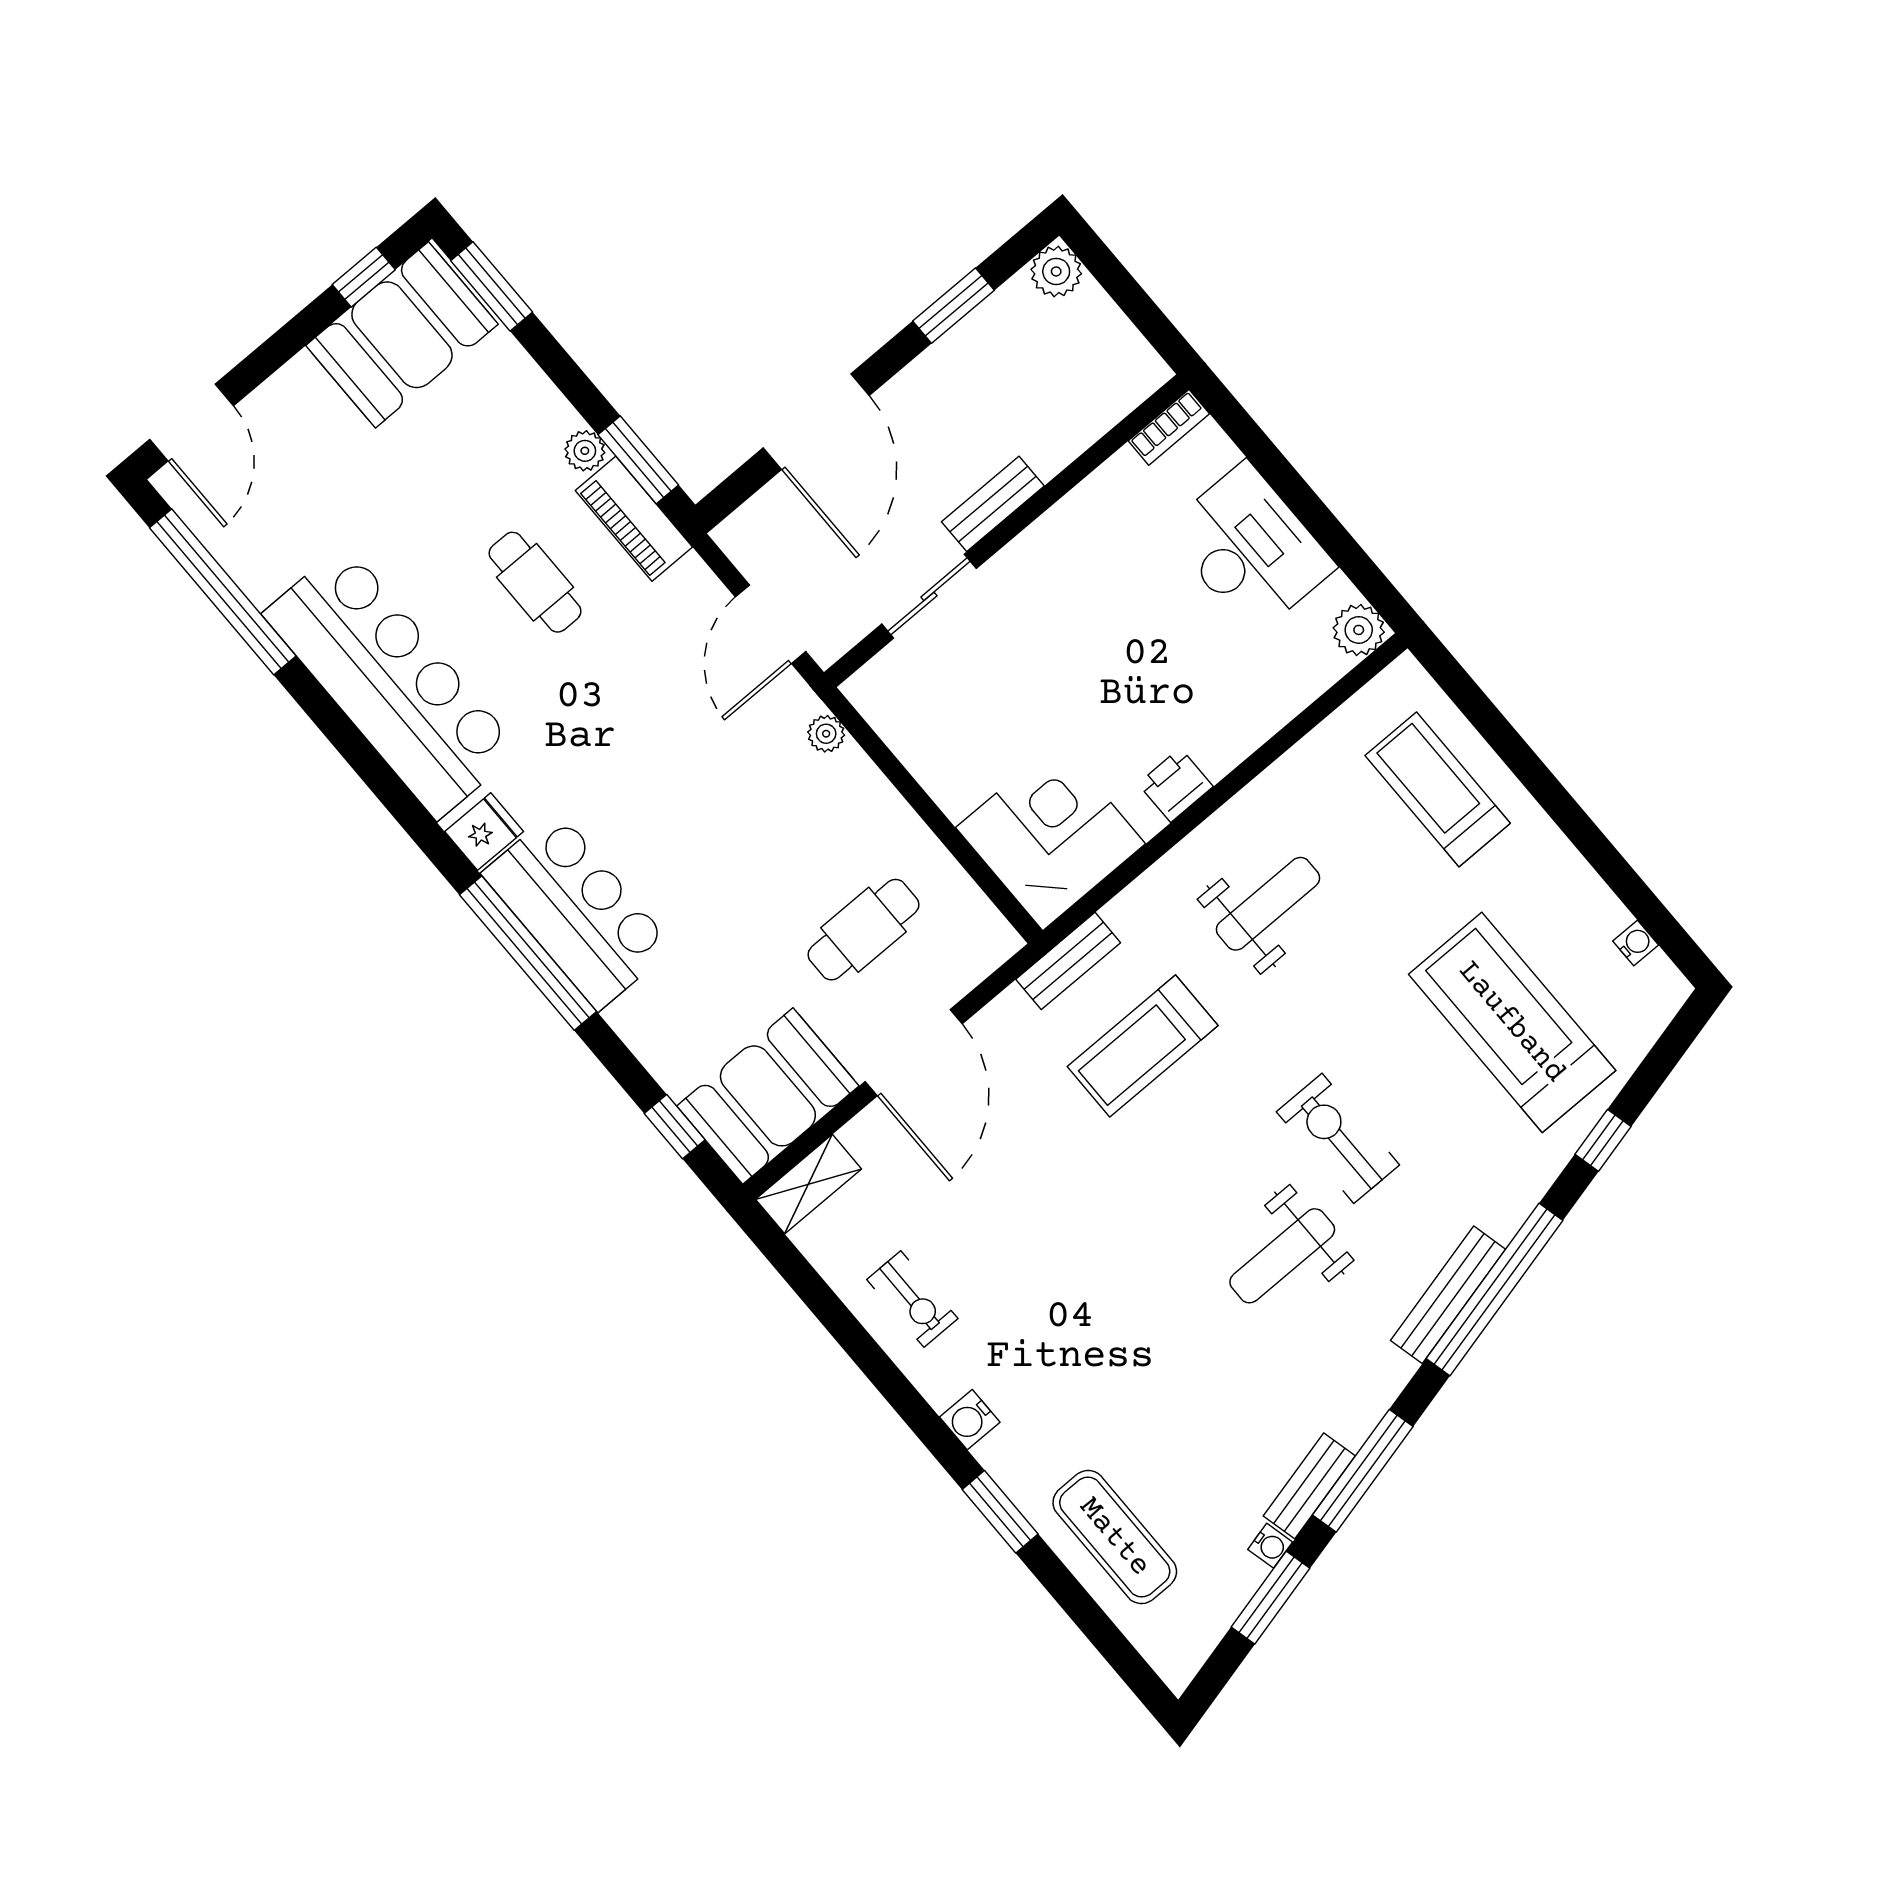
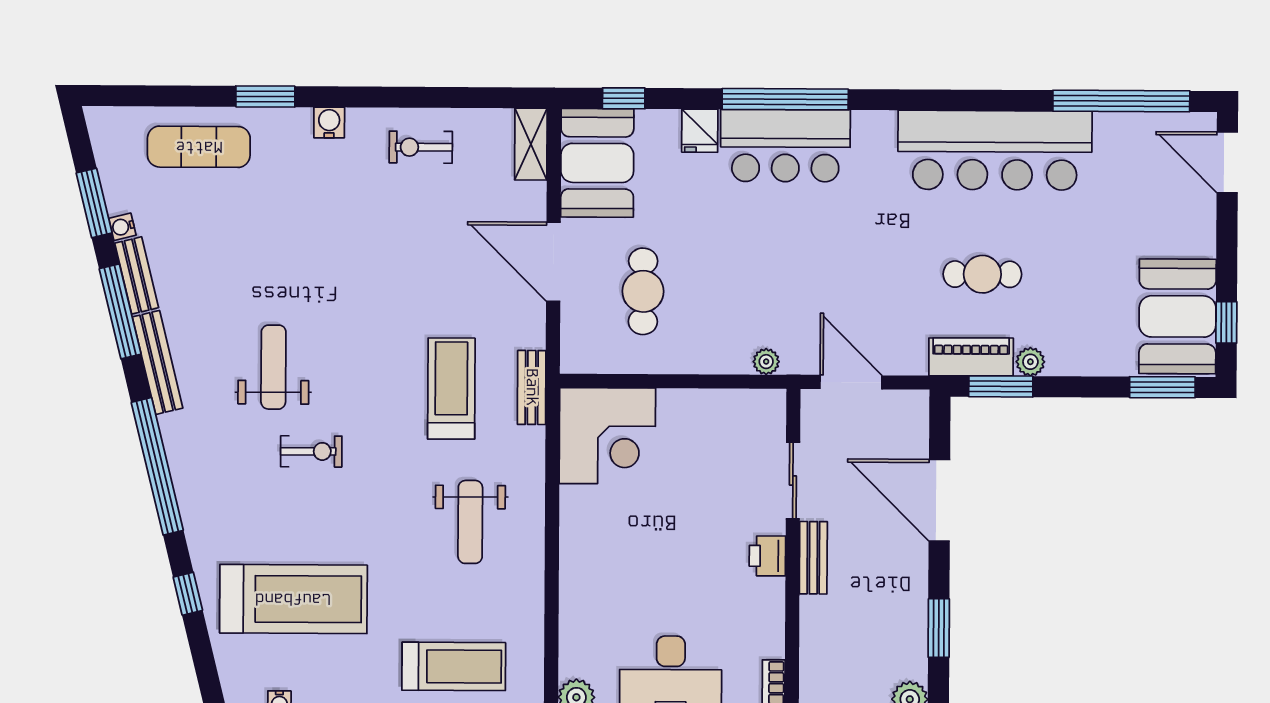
printer: (1175, 785) -> (767, 556), moved, turned 180
fridge: (484, 832) -> (700, 131), moved
exercise bike: (1338, 1138) -> (311, 451), width x0.73, depth x0.72
bench: (1448, 1295) -> (158, 362), moved

